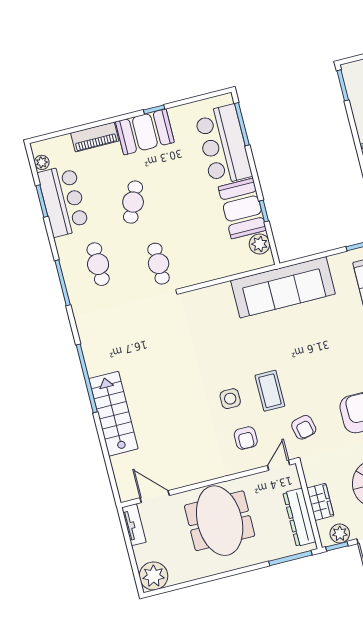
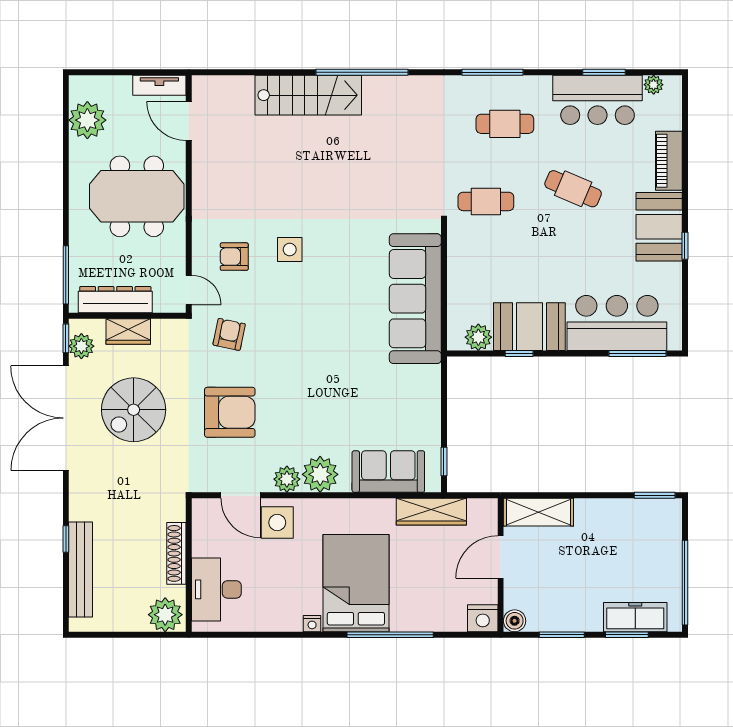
sofa: (283, 287) -> (415, 299), moved
coffee table: (270, 391) -> (287, 303), removed
armchair: (304, 427) -> (229, 334), turned 115
door: (155, 497) -> (189, 121), swing flipped
plant: (154, 576) -> (87, 120), moved

